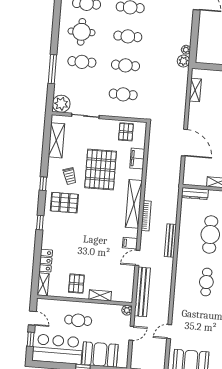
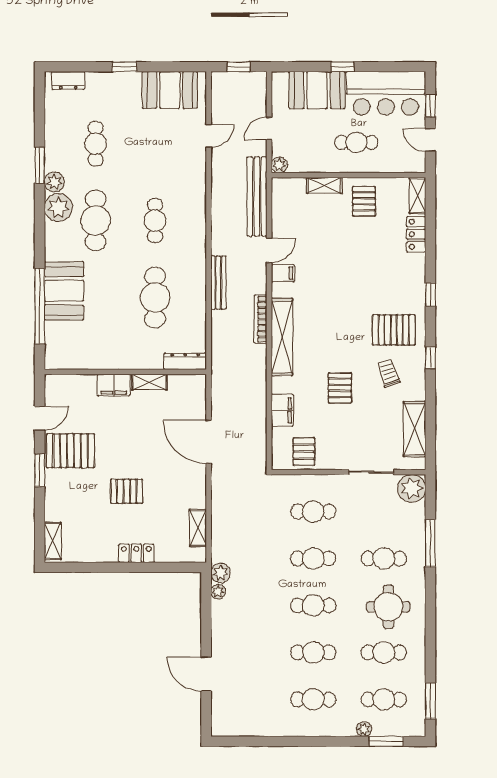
pallet: (101, 169) -> (340, 388), width x0.49, depth x0.50

